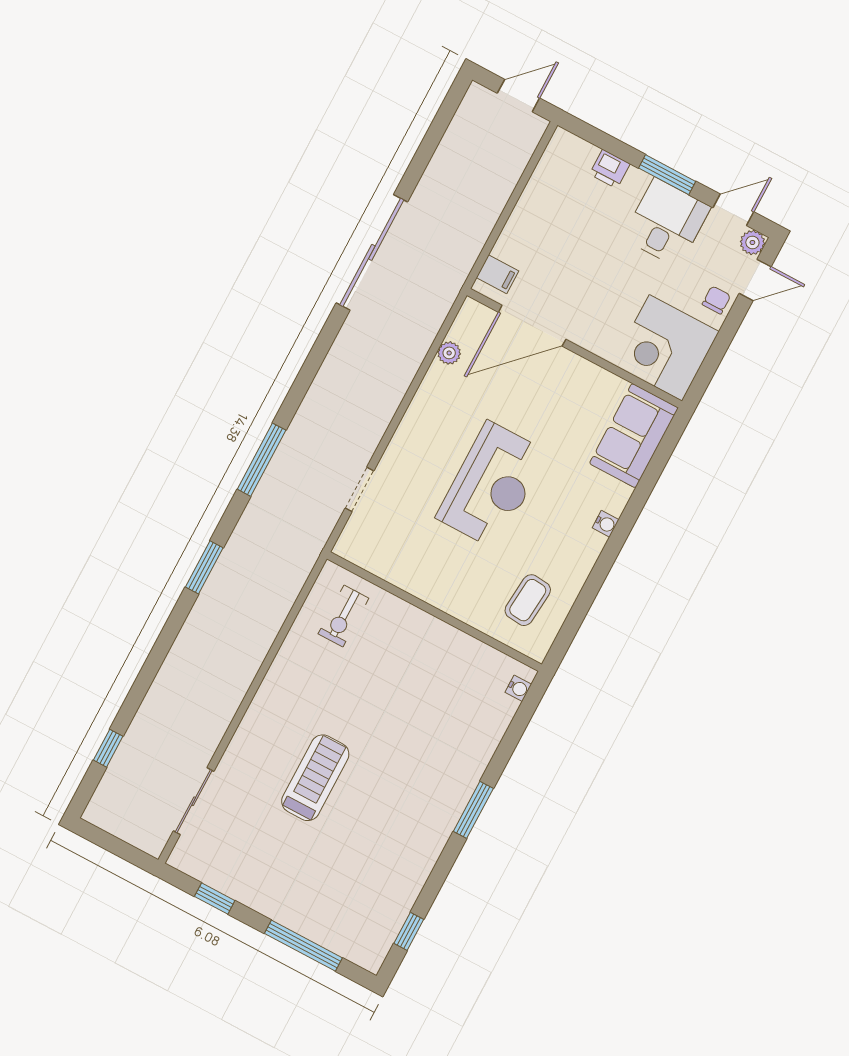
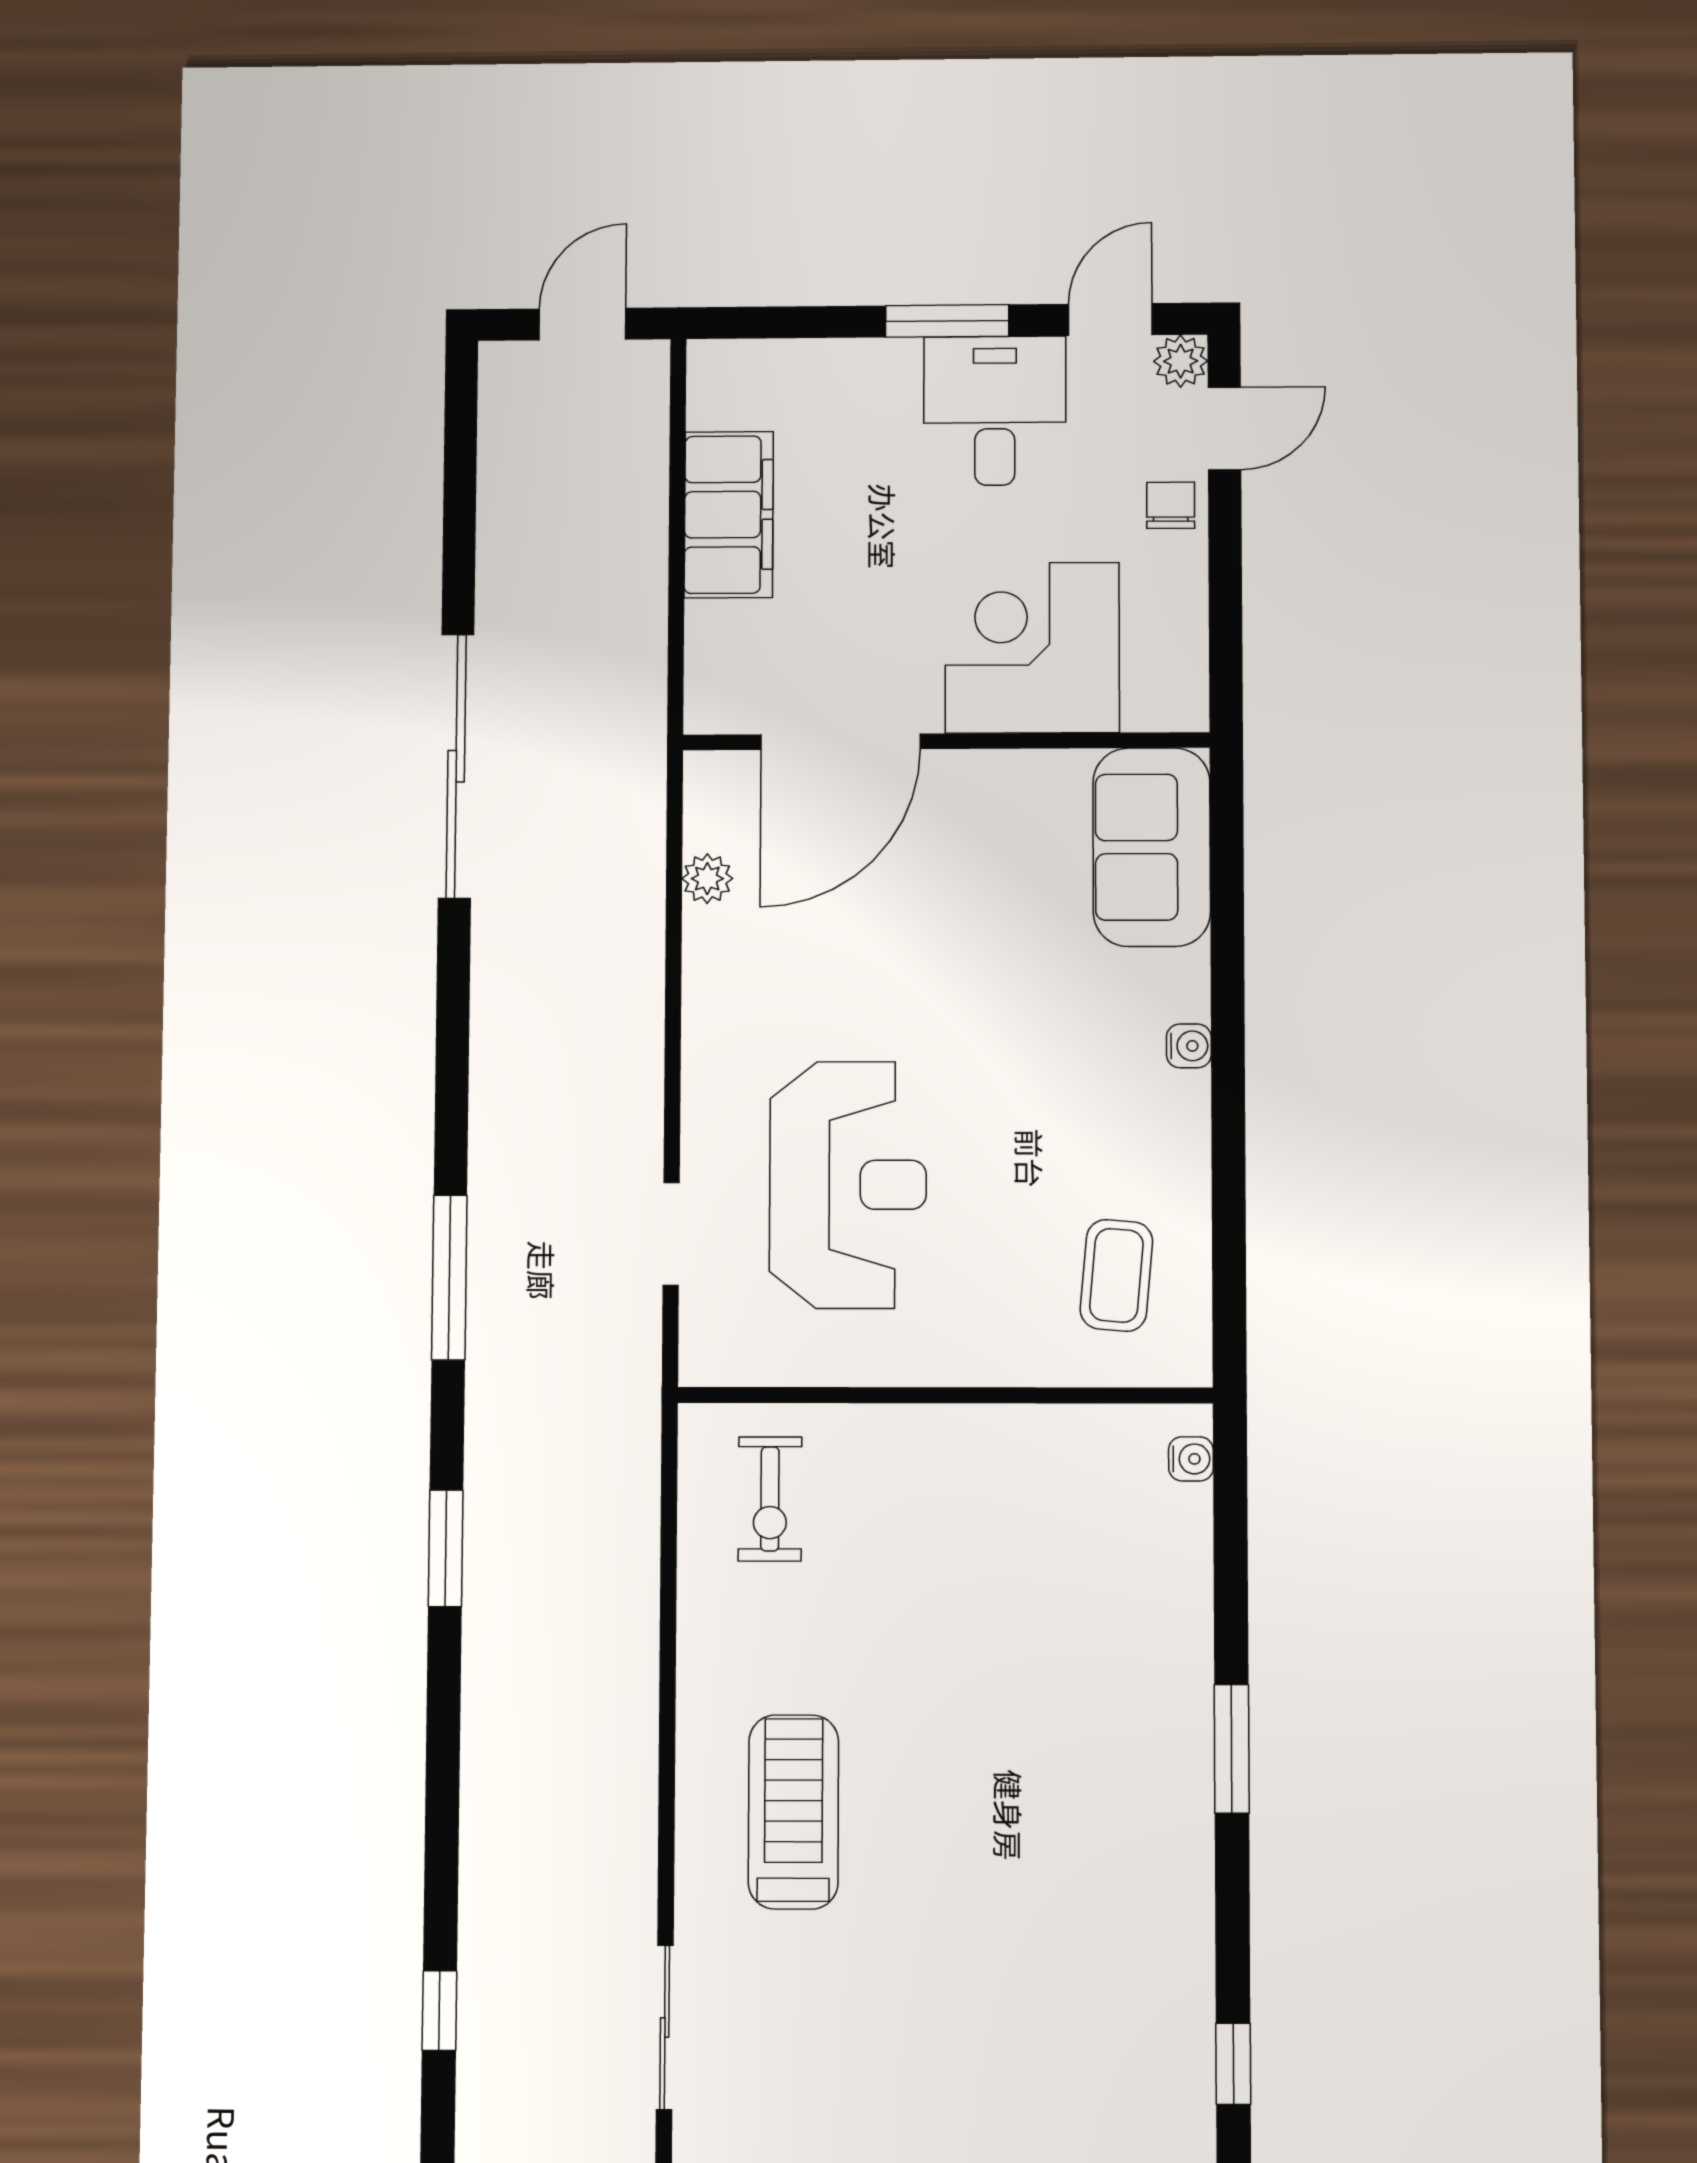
printer: (610, 169) -> (831, 368), removed
filing cabinet: (498, 274) -> (729, 515), moved, width x3.00, depth x1.17
corner desk: (666, 348) -> (1032, 648), moved, turned 90
reception desk: (492, 485) -> (848, 1185), moved
treadmill: (315, 778) -> (793, 1812), moved

